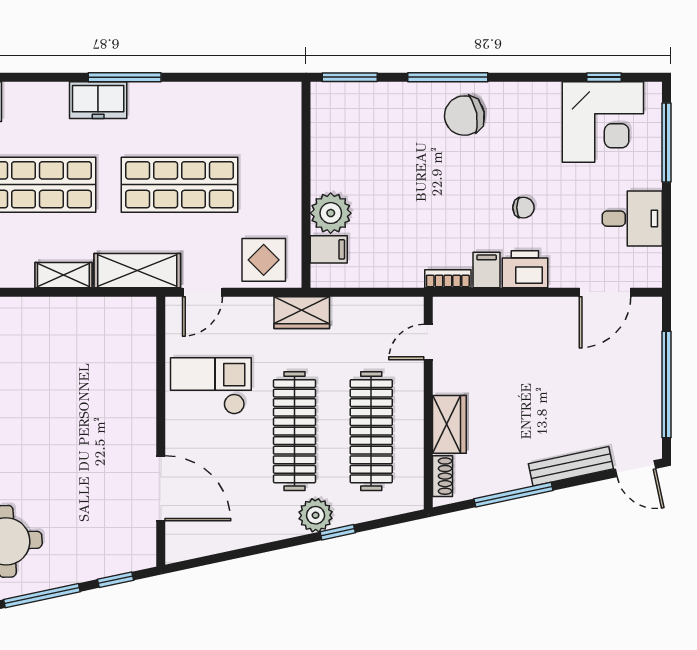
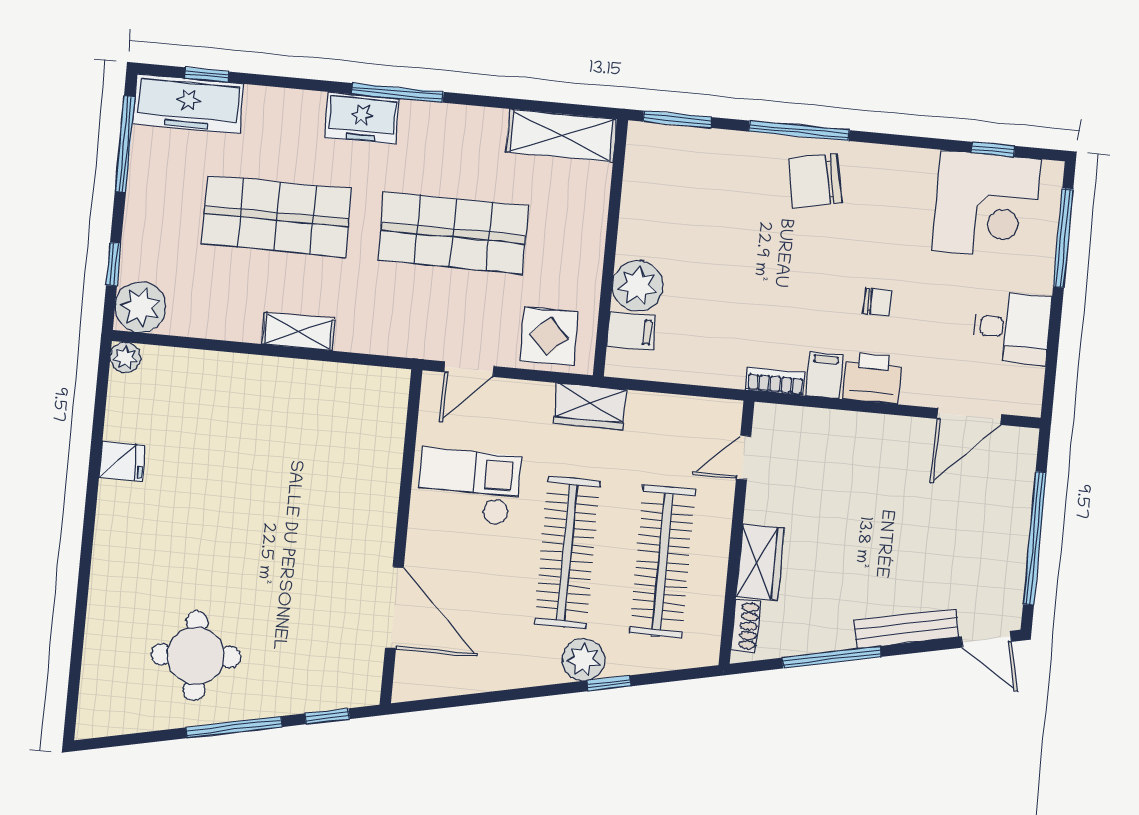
shelving: (137, 271) -> (562, 136), moved

